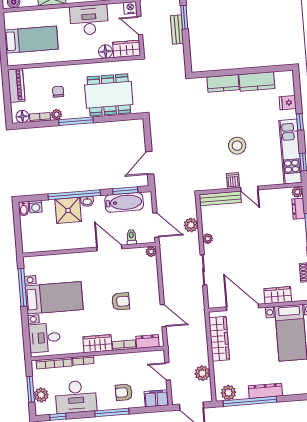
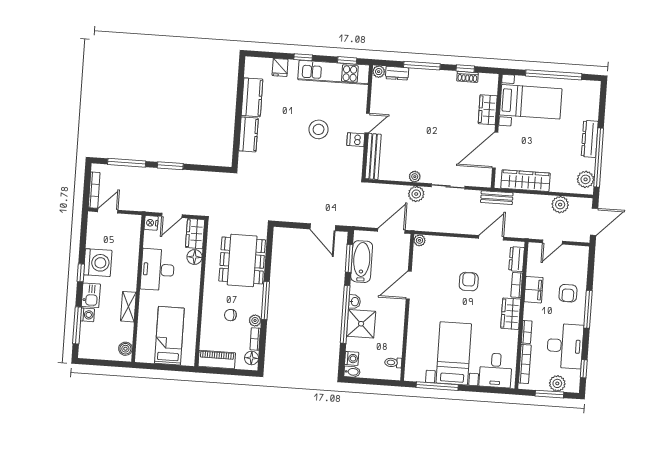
bench: (177, 30) -> (497, 198), moved
plant: (191, 225) -> (416, 194), moved
toilet: (131, 237) -> (393, 363), moved
filing cabinet: (156, 398) -> (534, 290), moved, turned 180

